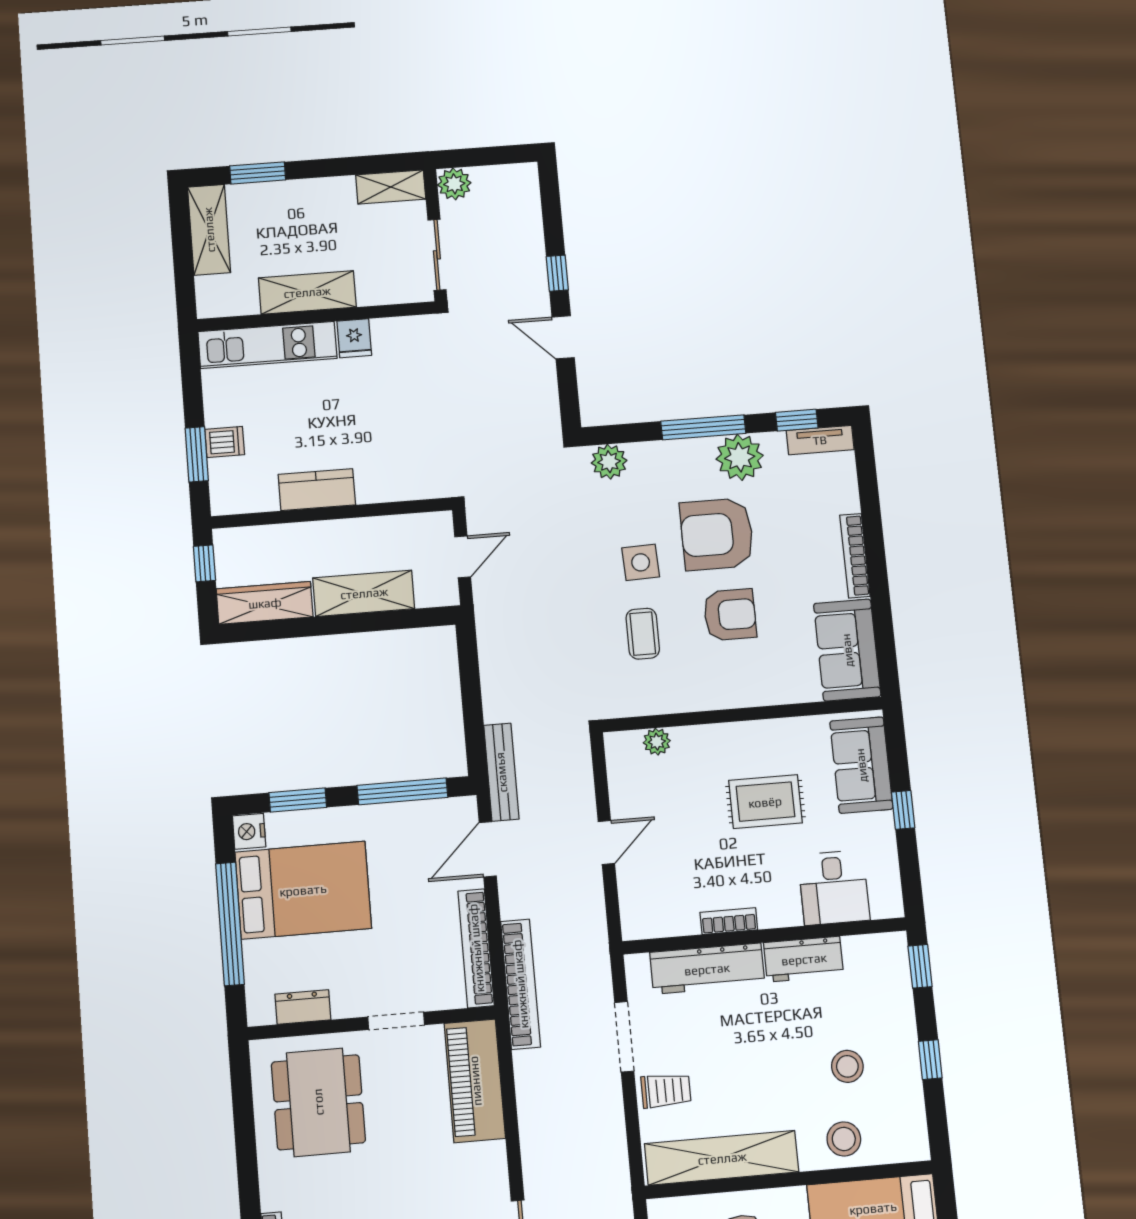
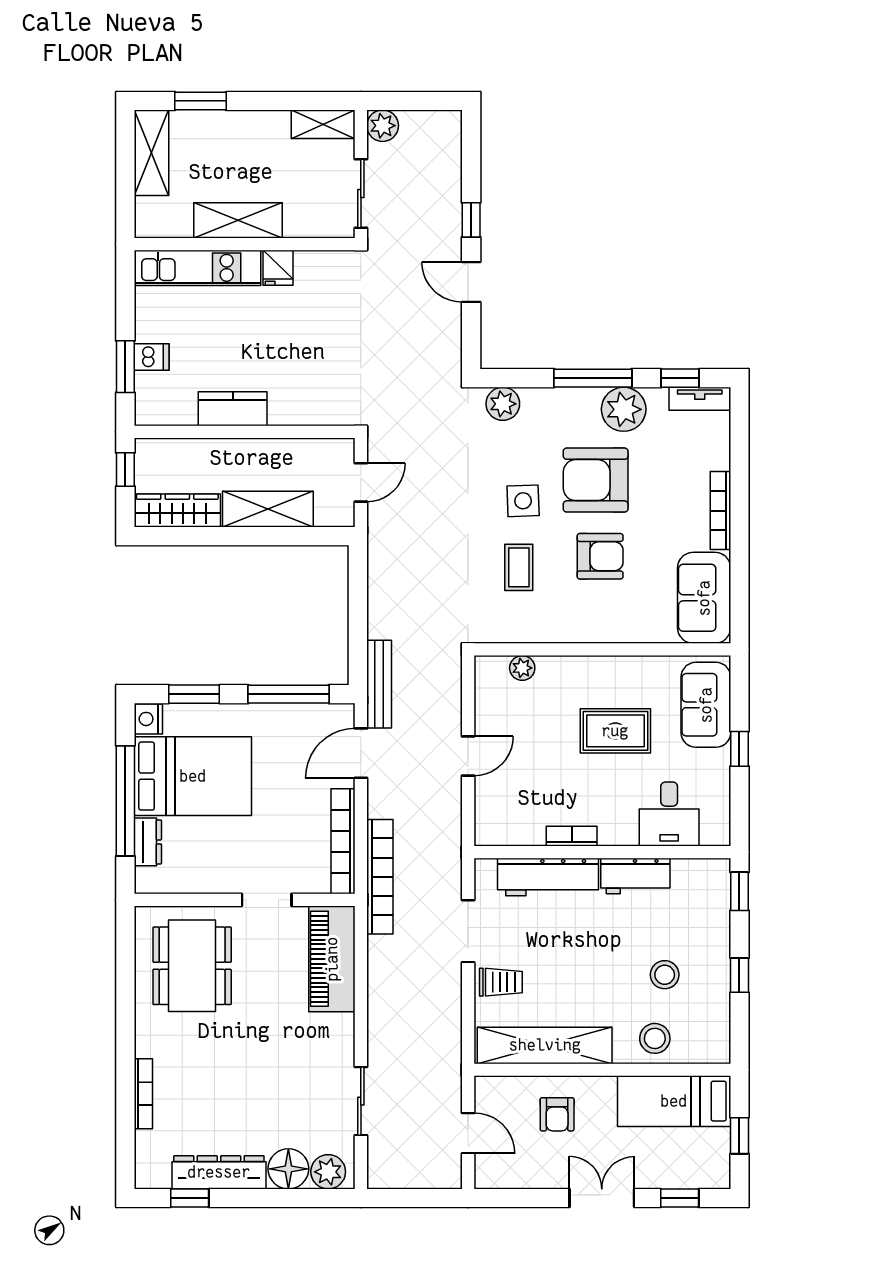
dresser: (303, 1007) -> (148, 842), moved, turned 90

